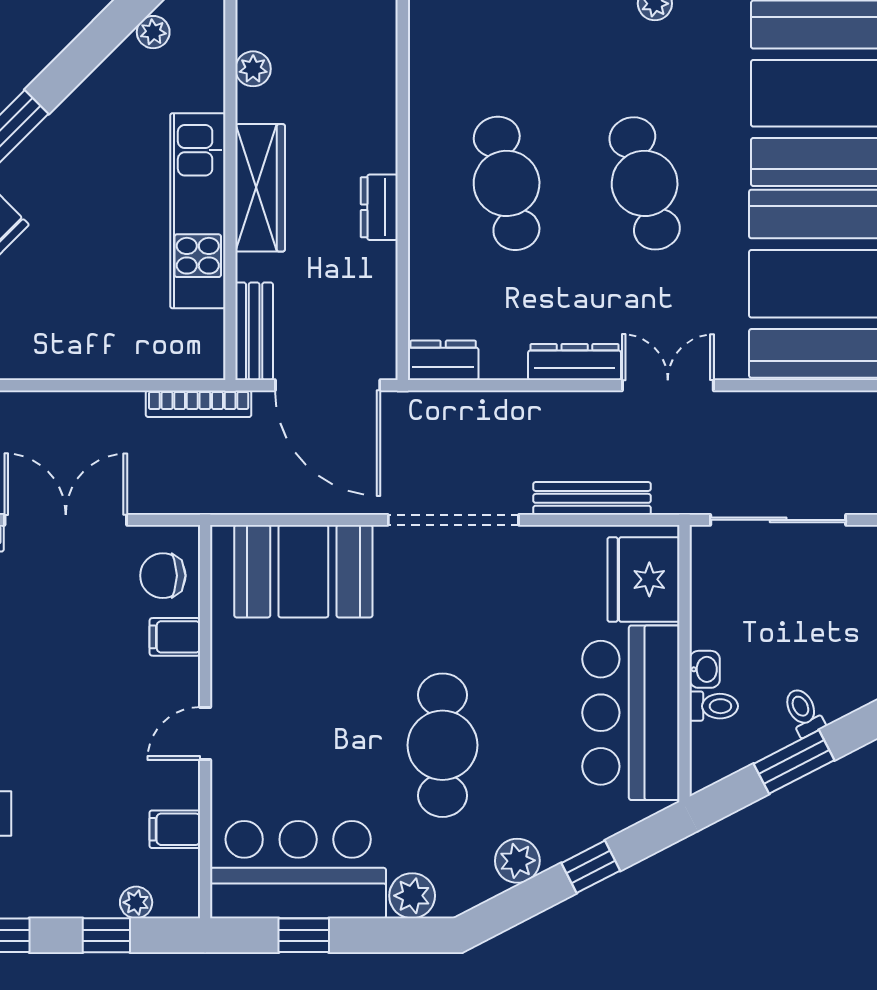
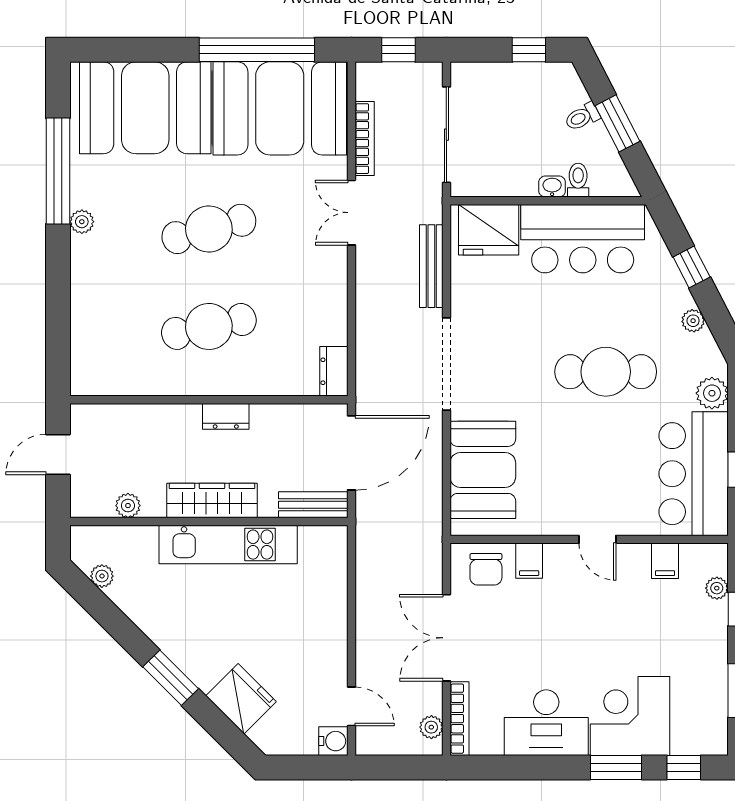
dresser: (575, 362) -> (335, 278), removed
bookcase: (199, 404) -> (365, 139), moved
plant: (517, 861) -> (693, 321), width x0.73, depth x0.73

